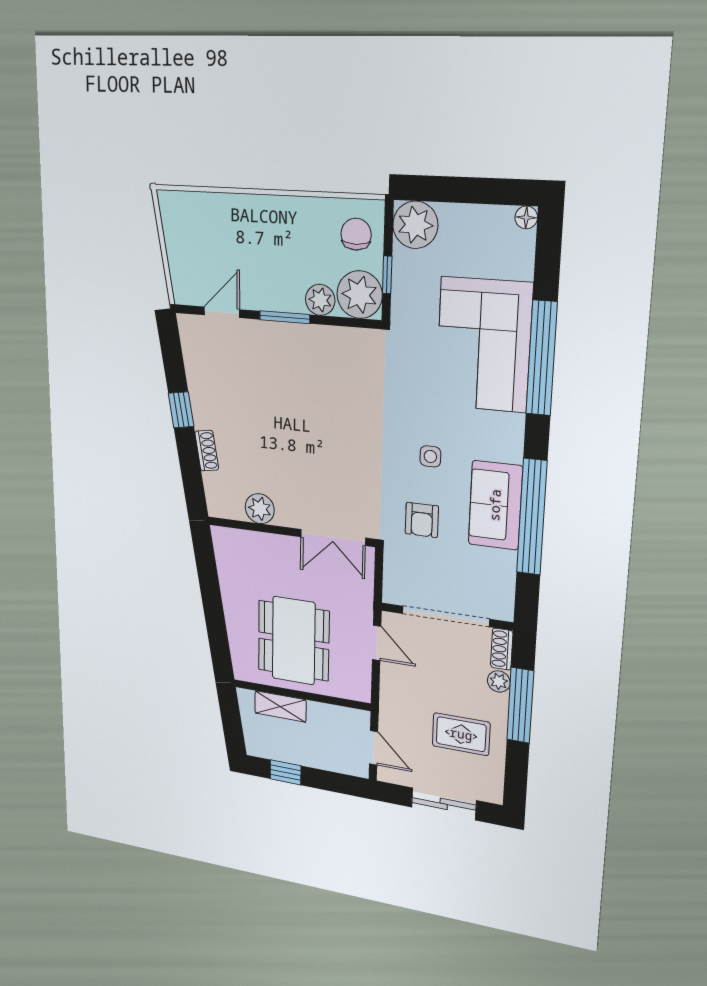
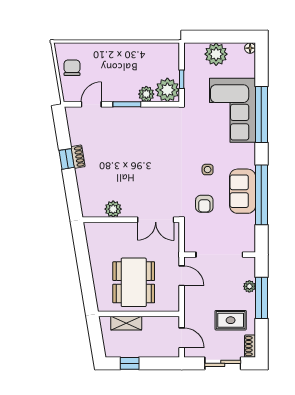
plant: (415, 225) -> (216, 54), moved
chair: (356, 234) -> (72, 68), moved
shoe rack: (207, 451) -> (78, 157), moved
shoe rack: (502, 649) -> (250, 346), moved

